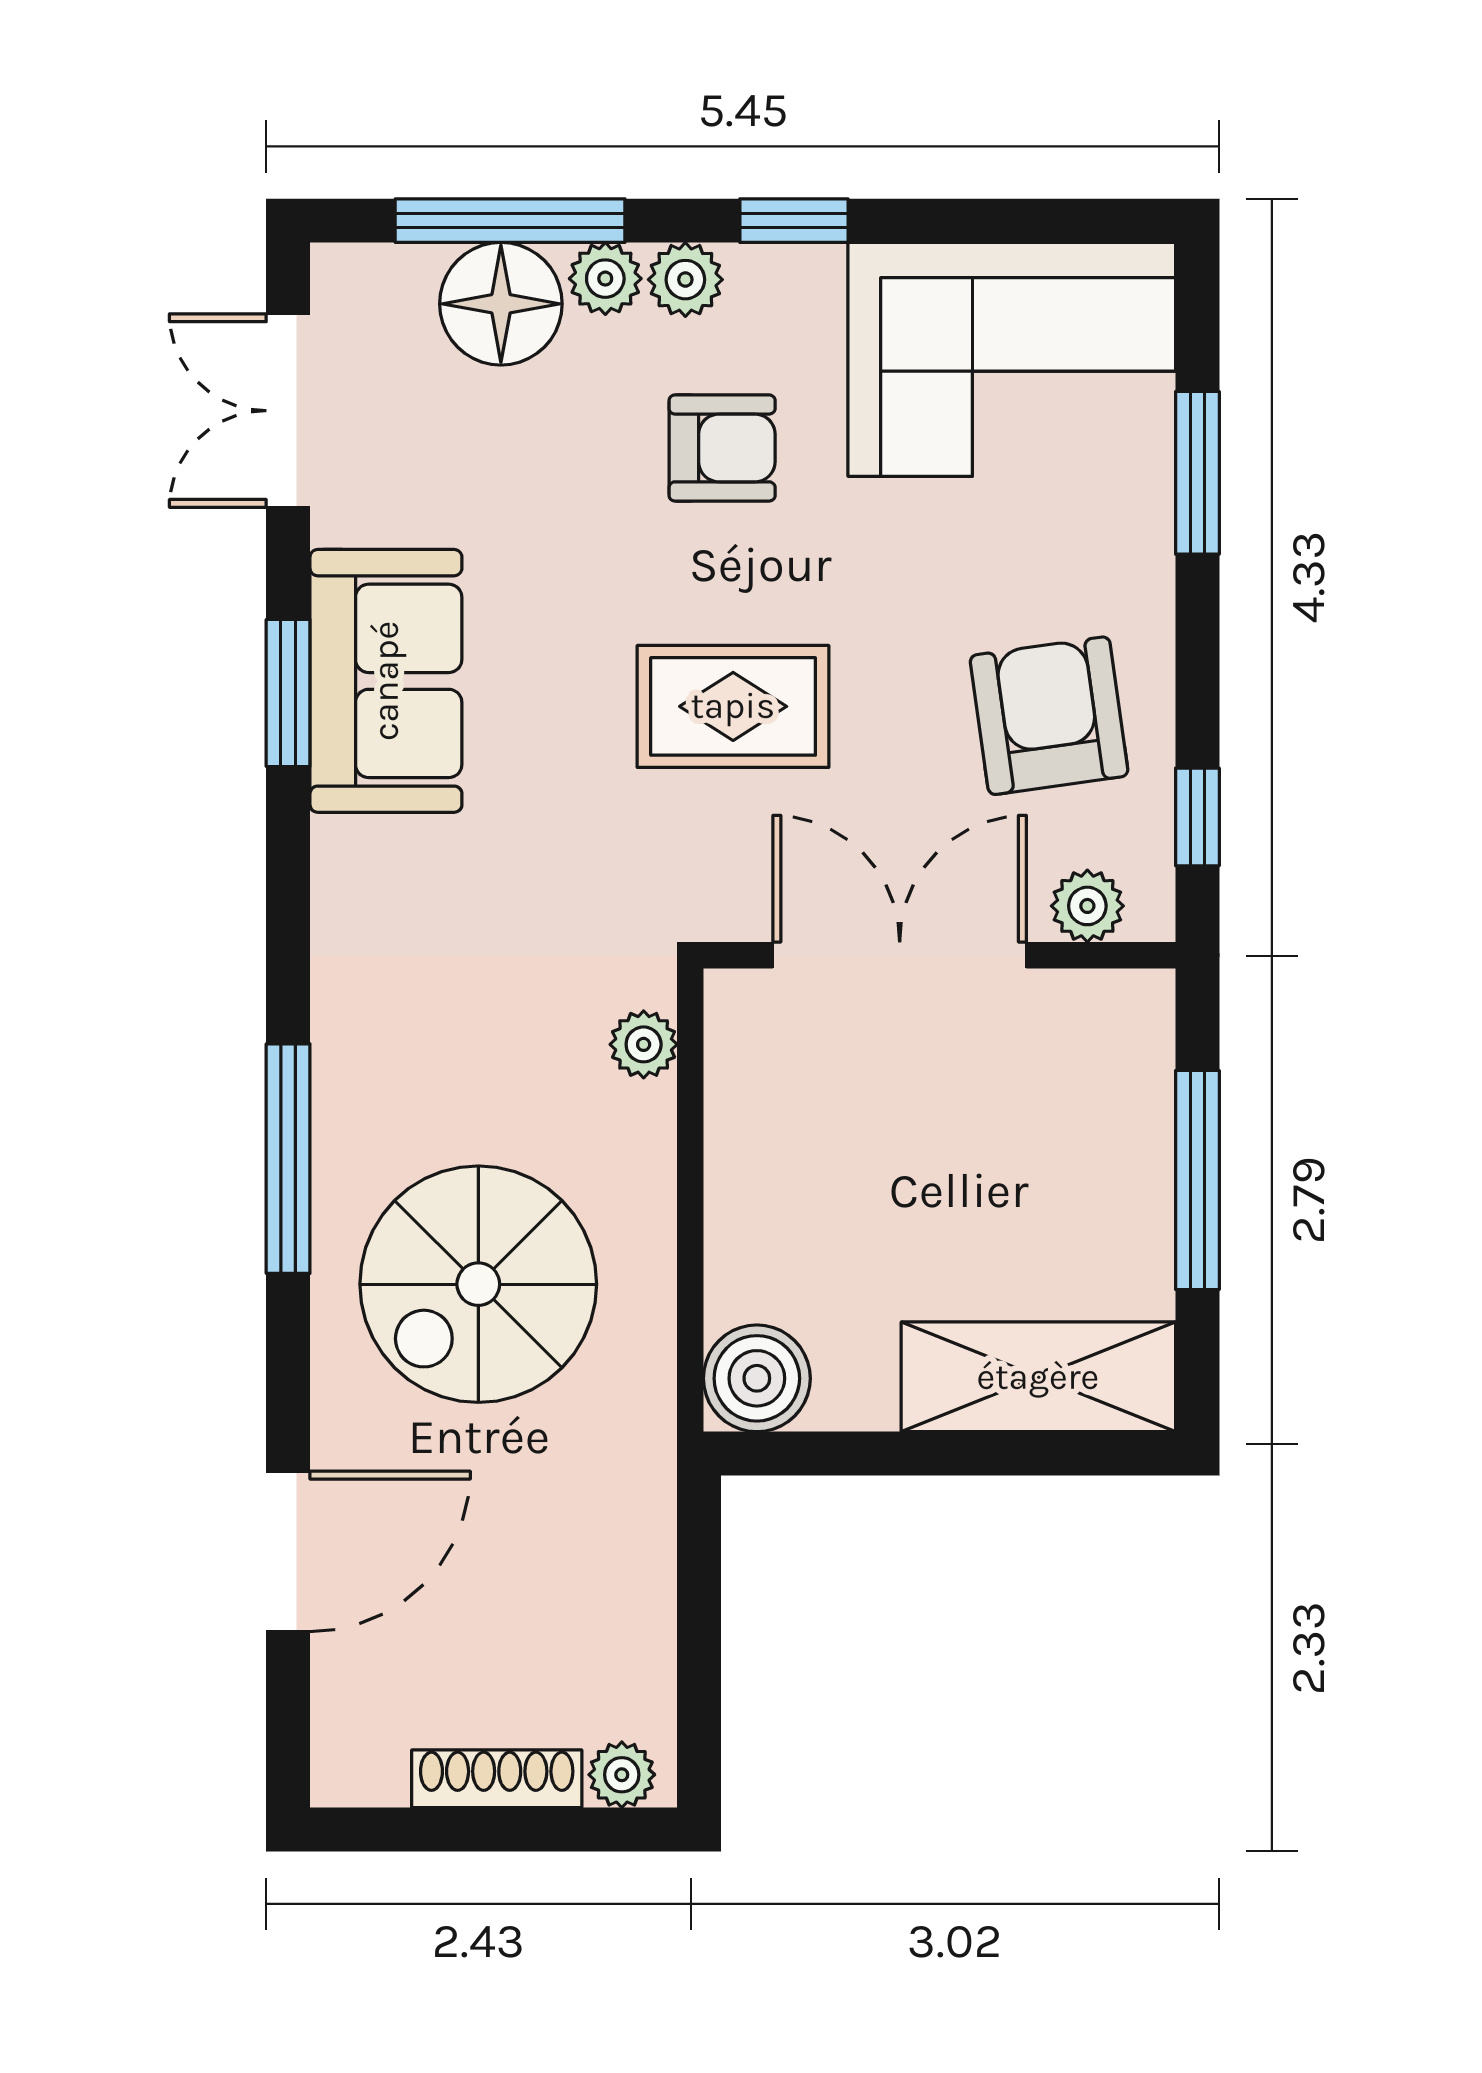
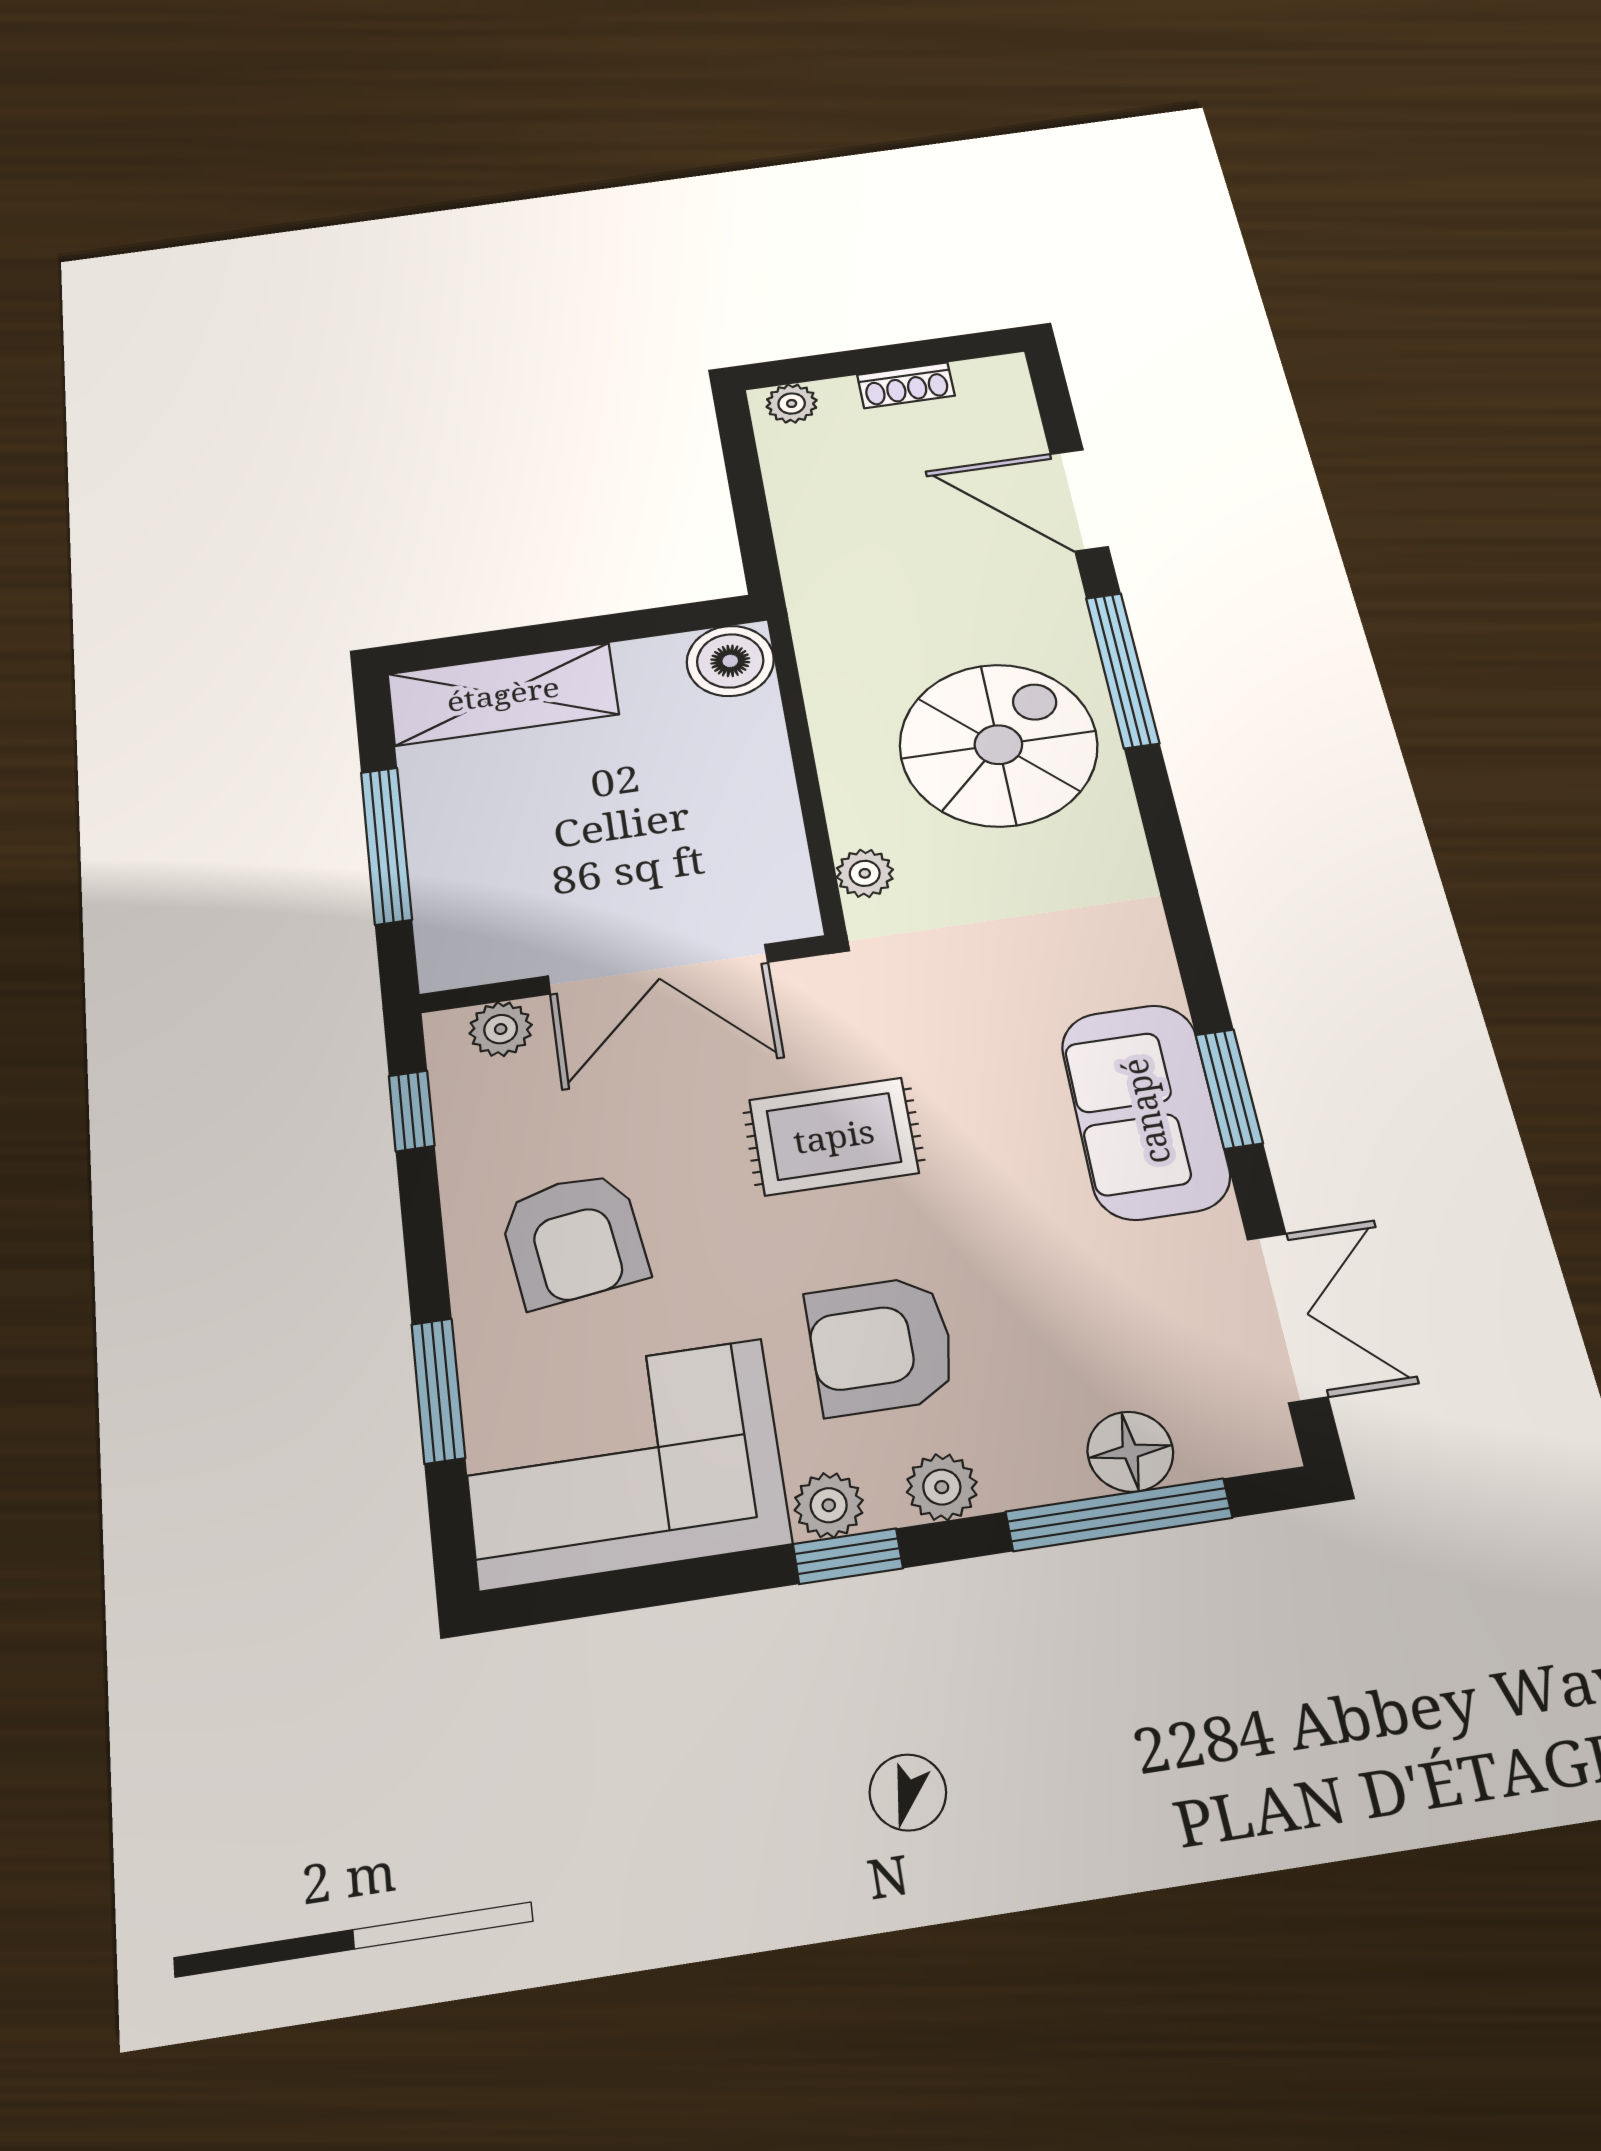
plant: (605, 279) -> (829, 1505), moved
floor lamp: (501, 304) -> (1130, 1452), width x0.73, depth x0.73
armchair: (722, 448) -> (881, 1346), width x1.38, depth x1.38
armchair: (1049, 716) -> (574, 1239), moved
window: (288, 1159) -> (1122, 670), moved
spiral stairs: (478, 1284) -> (998, 745), moved
door: (288, 1551) -> (1079, 500), hinge flipped
shoe rack: (497, 1779) -> (906, 385), width x0.70

